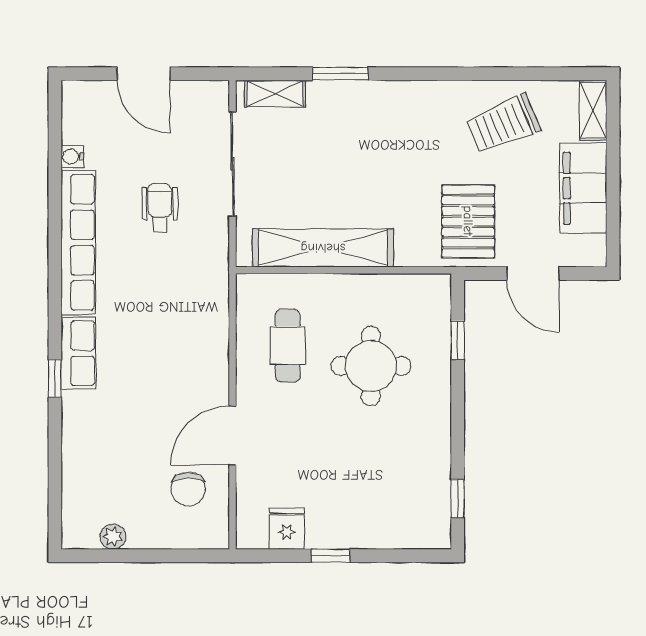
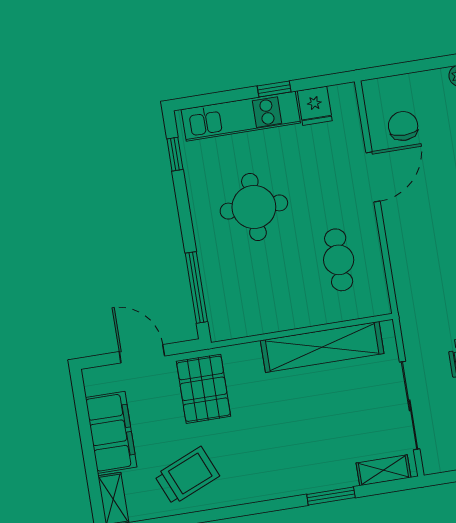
window: (458, 340) -> (196, 287), width x2.17
round table: (371, 366) -> (254, 207), moved
kitchen unit: (374, 530) -> (241, 116), added

